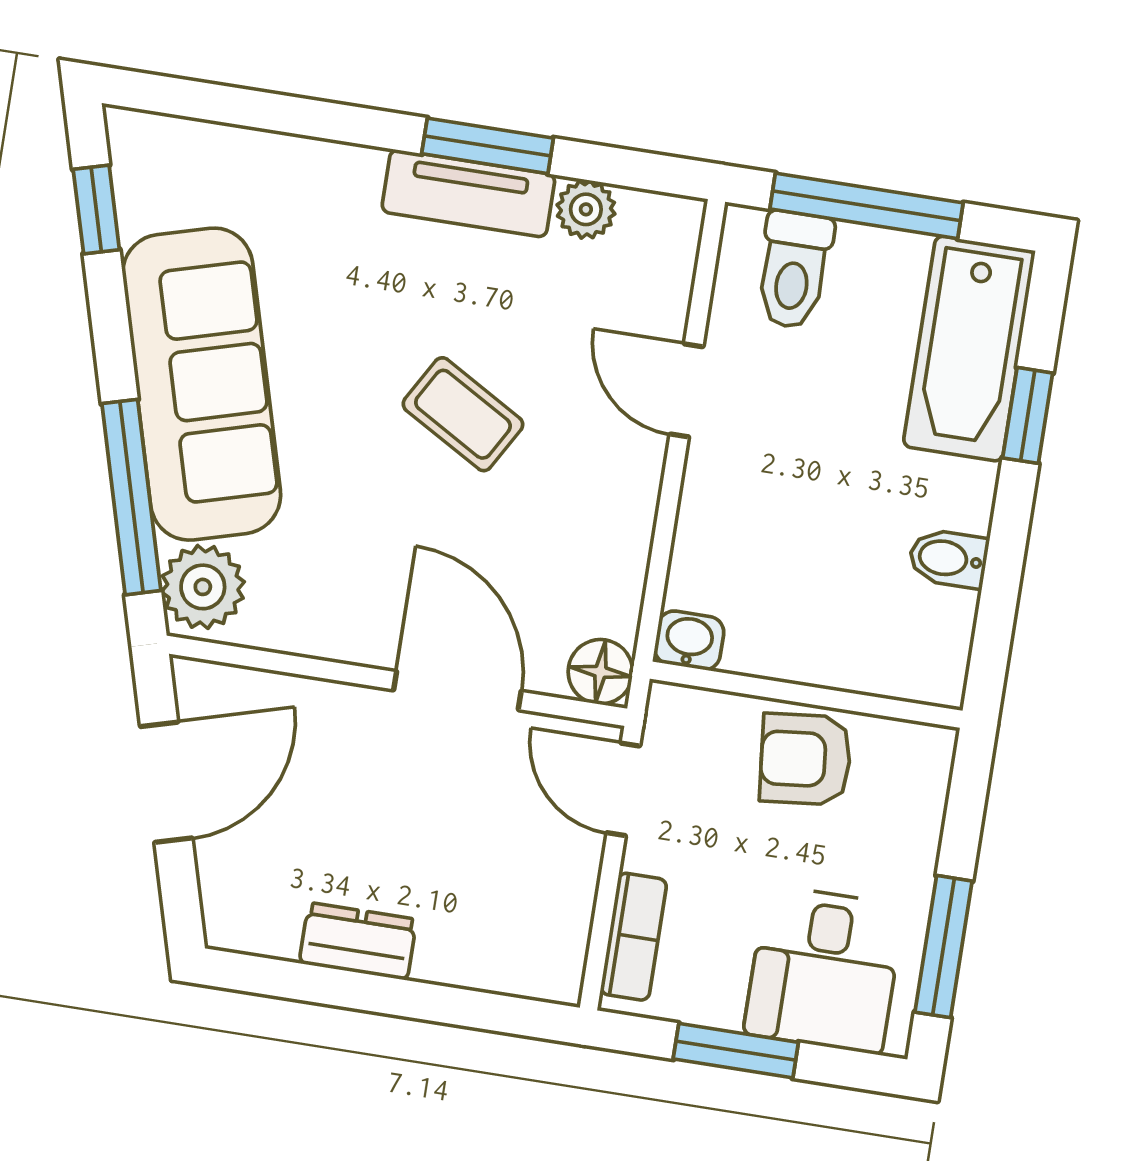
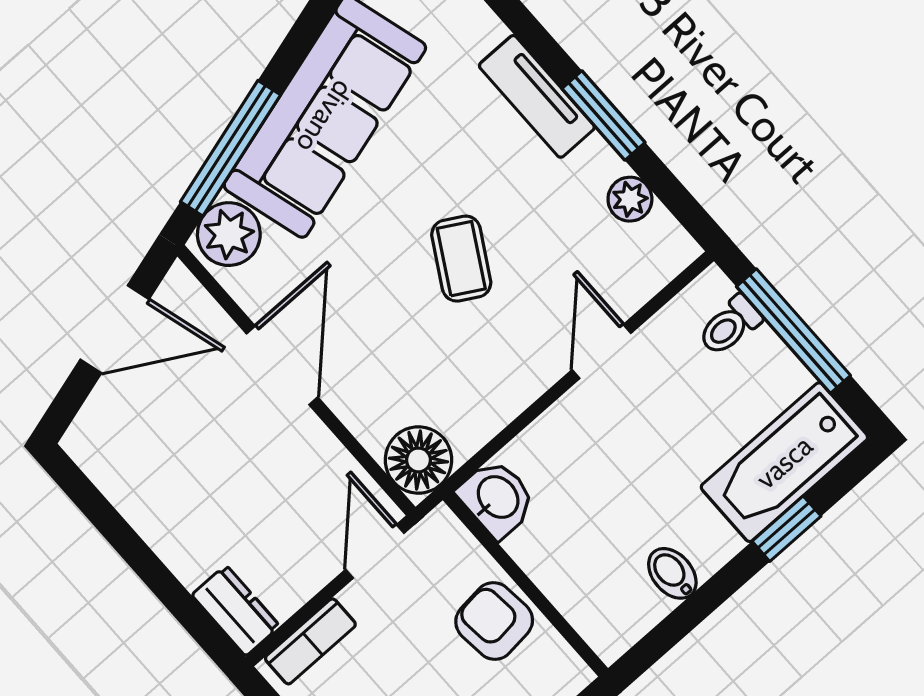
tv unit: (468, 193) -> (537, 96), moved
toilet: (794, 270) -> (730, 325), width x0.73, depth x0.72
washbasin: (689, 640) -> (497, 498), width x1.38, depth x1.45
floor lamp: (600, 672) -> (418, 460), width x1.38, depth x1.38
door: (457, 691) -> (282, 365), moved
dresser: (358, 941) -> (236, 611), moved

